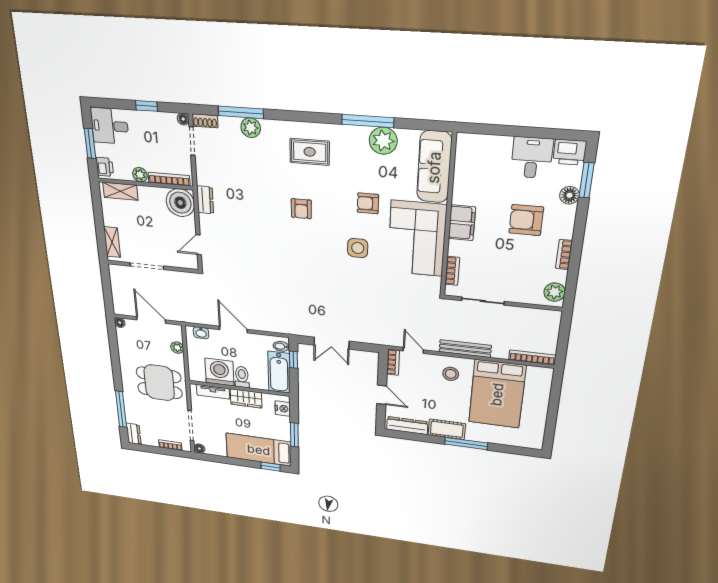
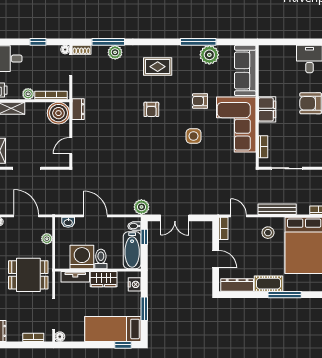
plant: (290, 326) -> (141, 207), added

